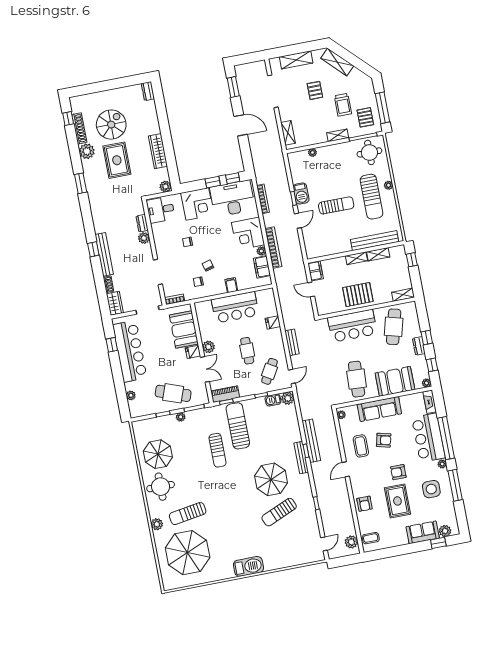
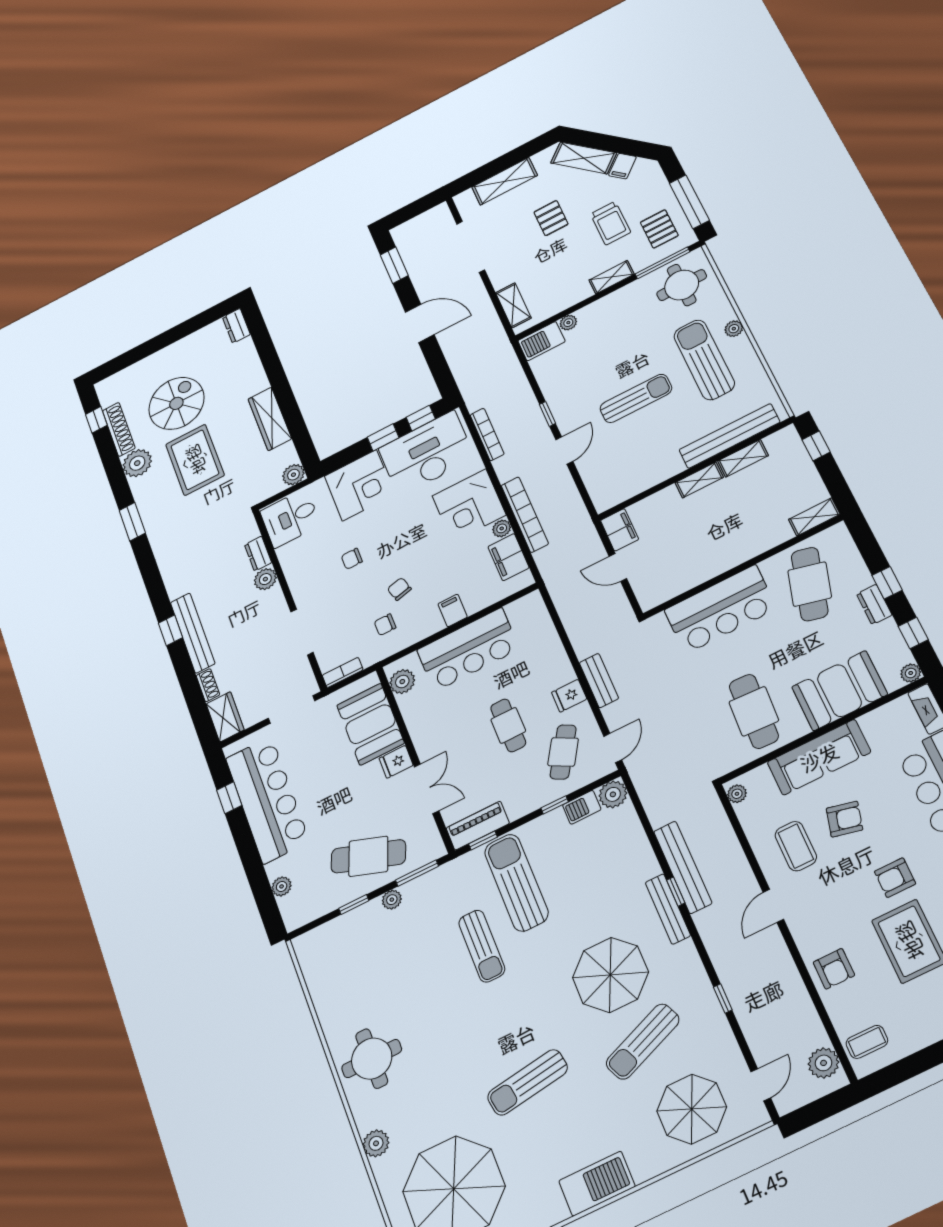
filing cabinet: (355, 75) -> (622, 166), added
barbecue: (301, 194) -> (541, 341), moved, turned 90
sun lounger: (372, 197) -> (704, 360), turned 180
pallet: (358, 295) -> (718, 546), removed
fridge: (273, 322) -> (569, 696), moved
plant: (208, 347) -> (402, 682), moved
parasol: (158, 454) -> (692, 1109), moved
sun lounger: (188, 514) -> (527, 1082), moved

